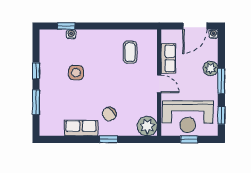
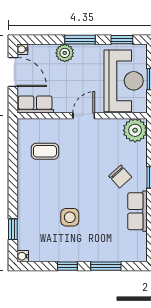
water cooler: (71, 34) -> (23, 256), moved
row of seats: (168, 58) -> (35, 105), moved

